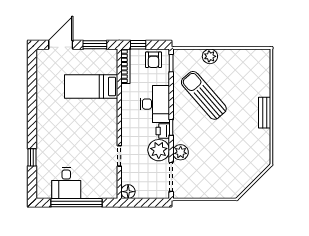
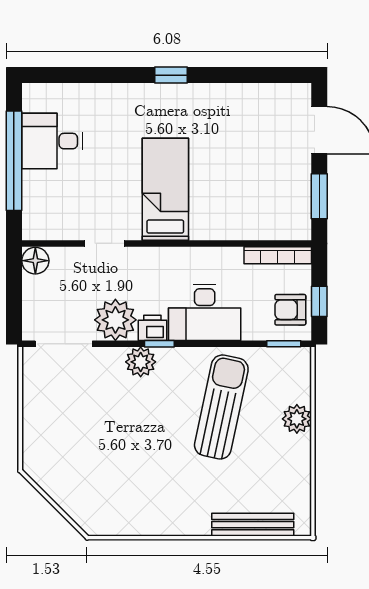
window: (138, 45) -> (319, 301), moved
bed: (91, 86) -> (165, 189), moved
sun lounger: (204, 95) -> (221, 407), turned -37
bench: (265, 113) -> (253, 525), moved, width x1.36
plant: (181, 152) -> (141, 362), moved
window: (32, 157) -> (171, 75), moved

